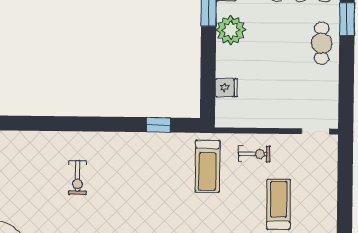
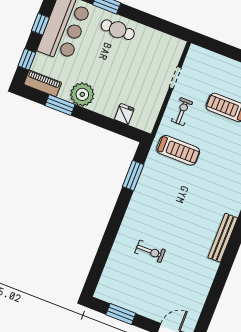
window: (158, 125) -> (133, 176), width x1.50
doorway: (316, 131) -> (175, 78), moved

